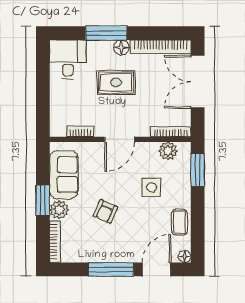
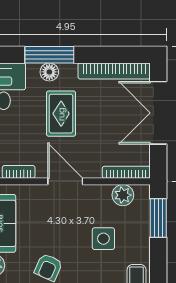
floor lamp: (121, 48) -> (49, 72), moved
rug: (116, 82) -> (61, 114), turned 90
door: (120, 139) -> (65, 181), swing flipped

